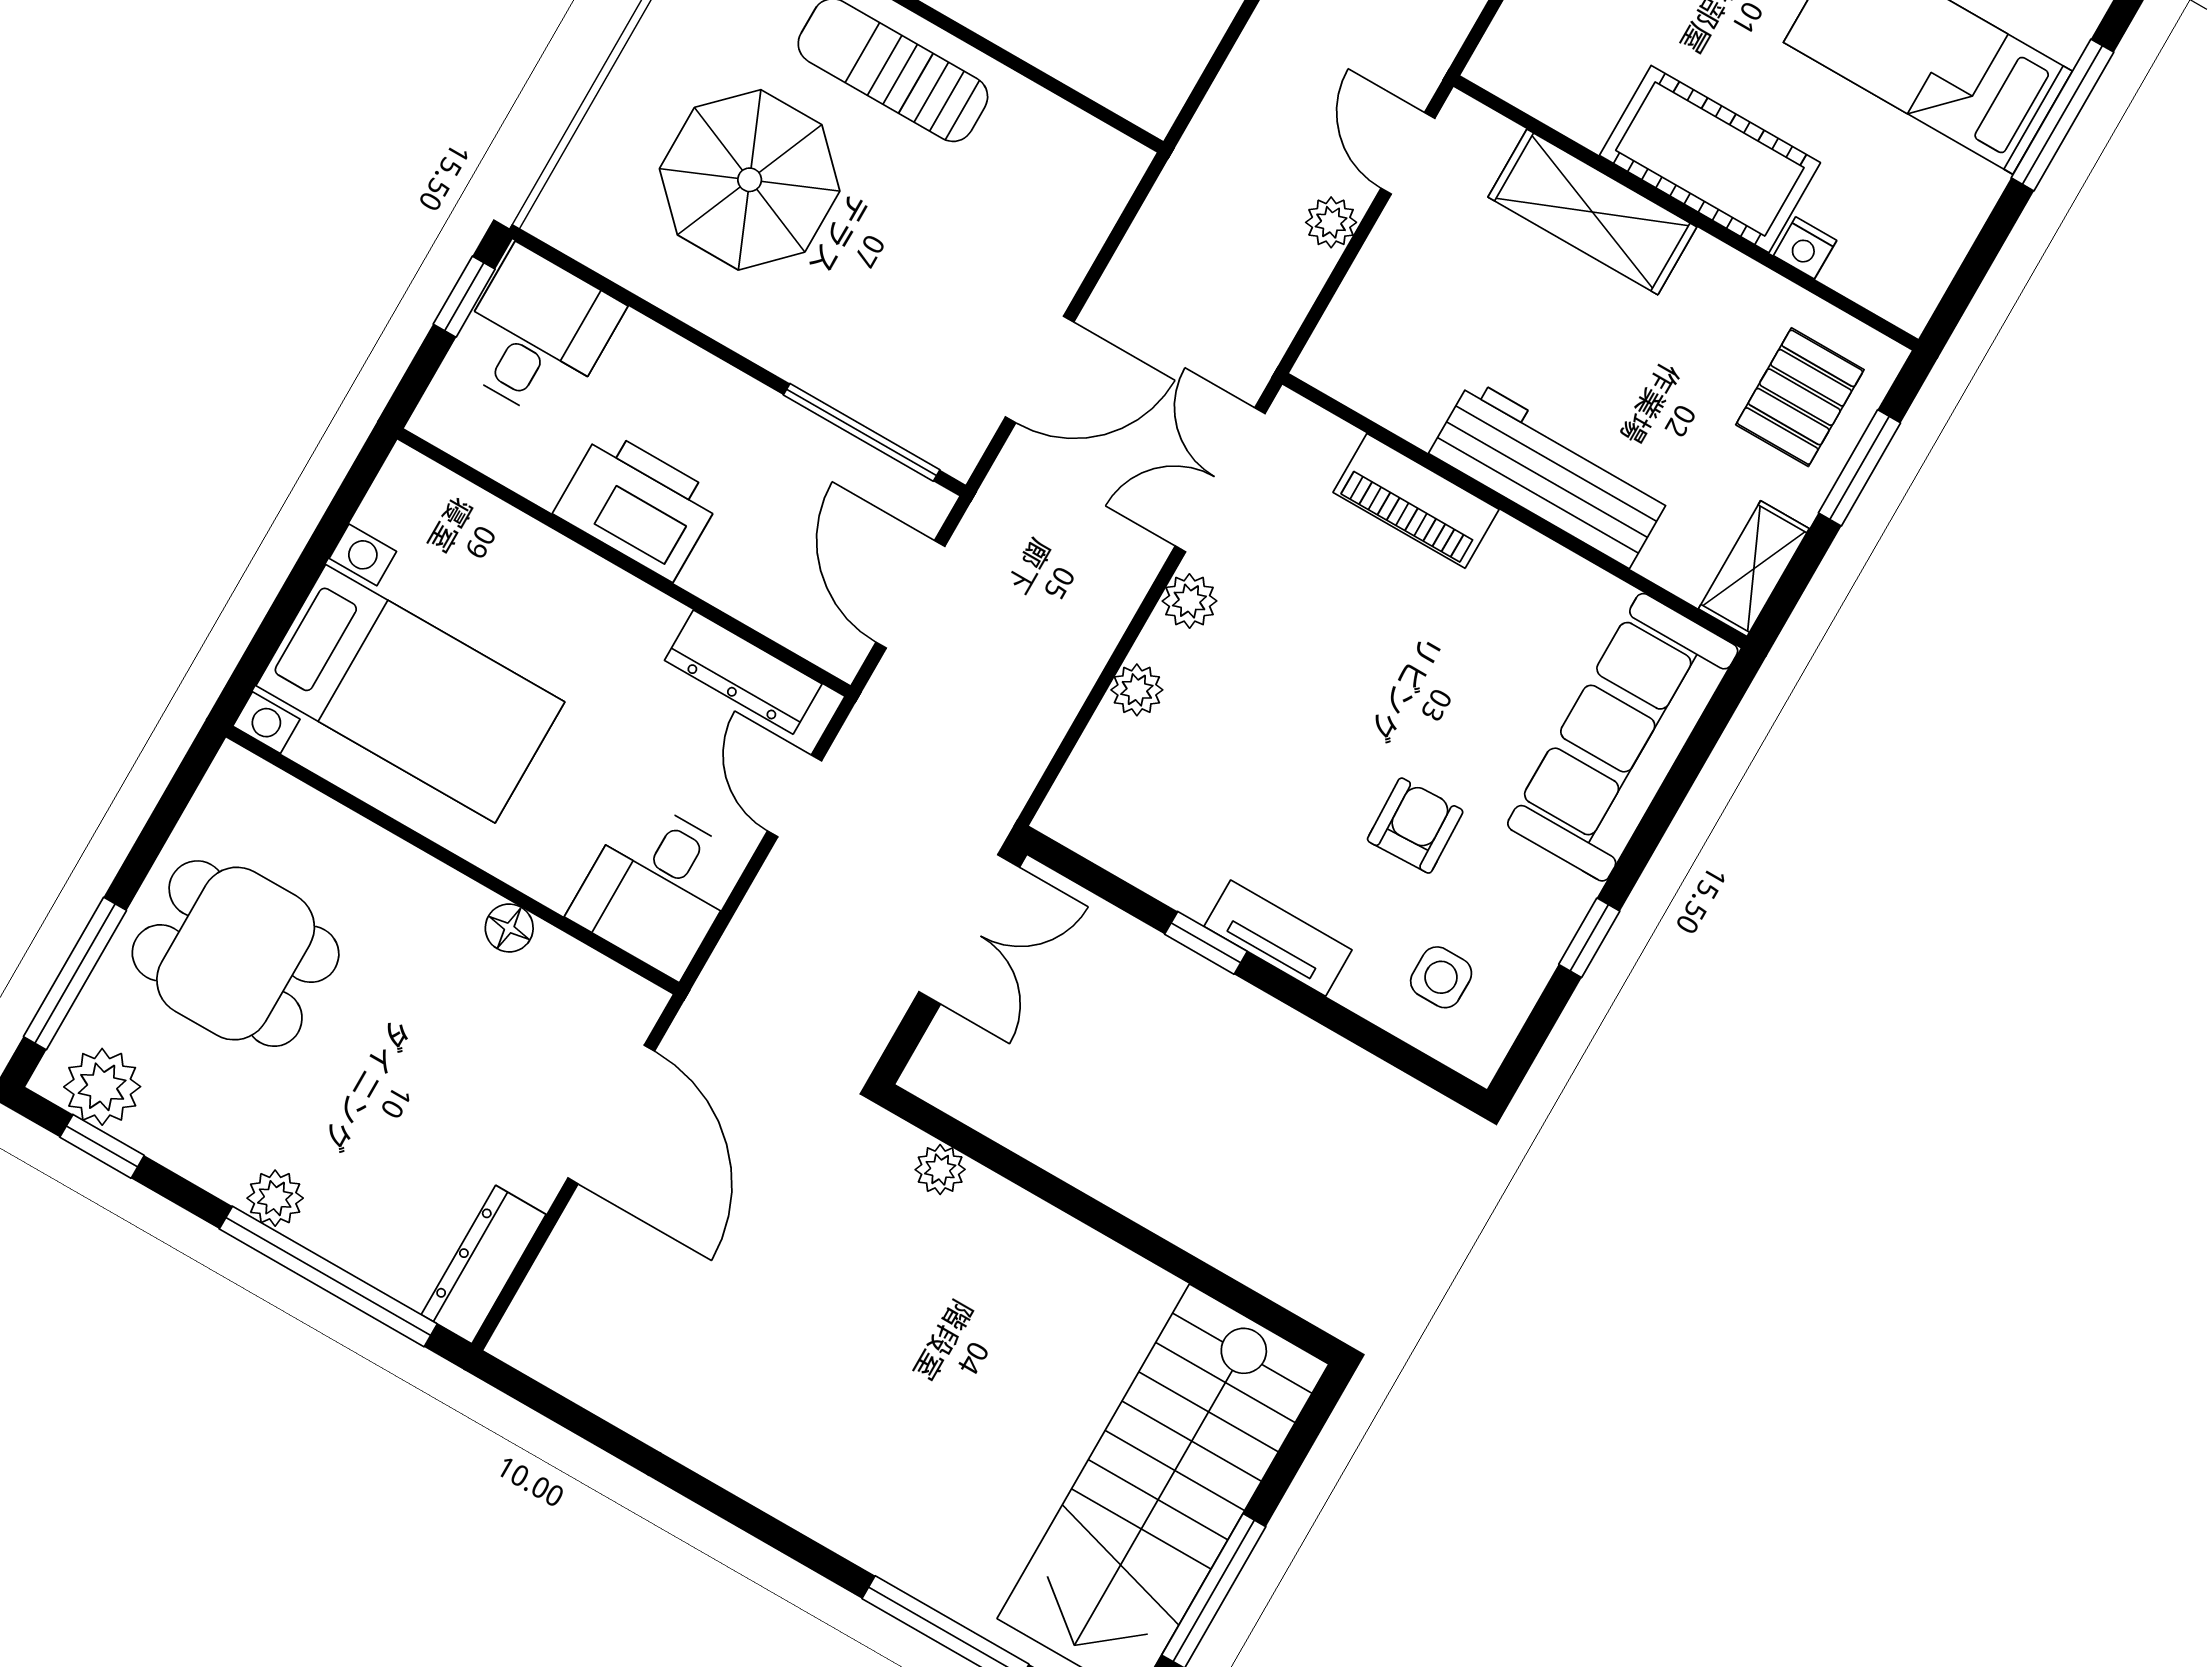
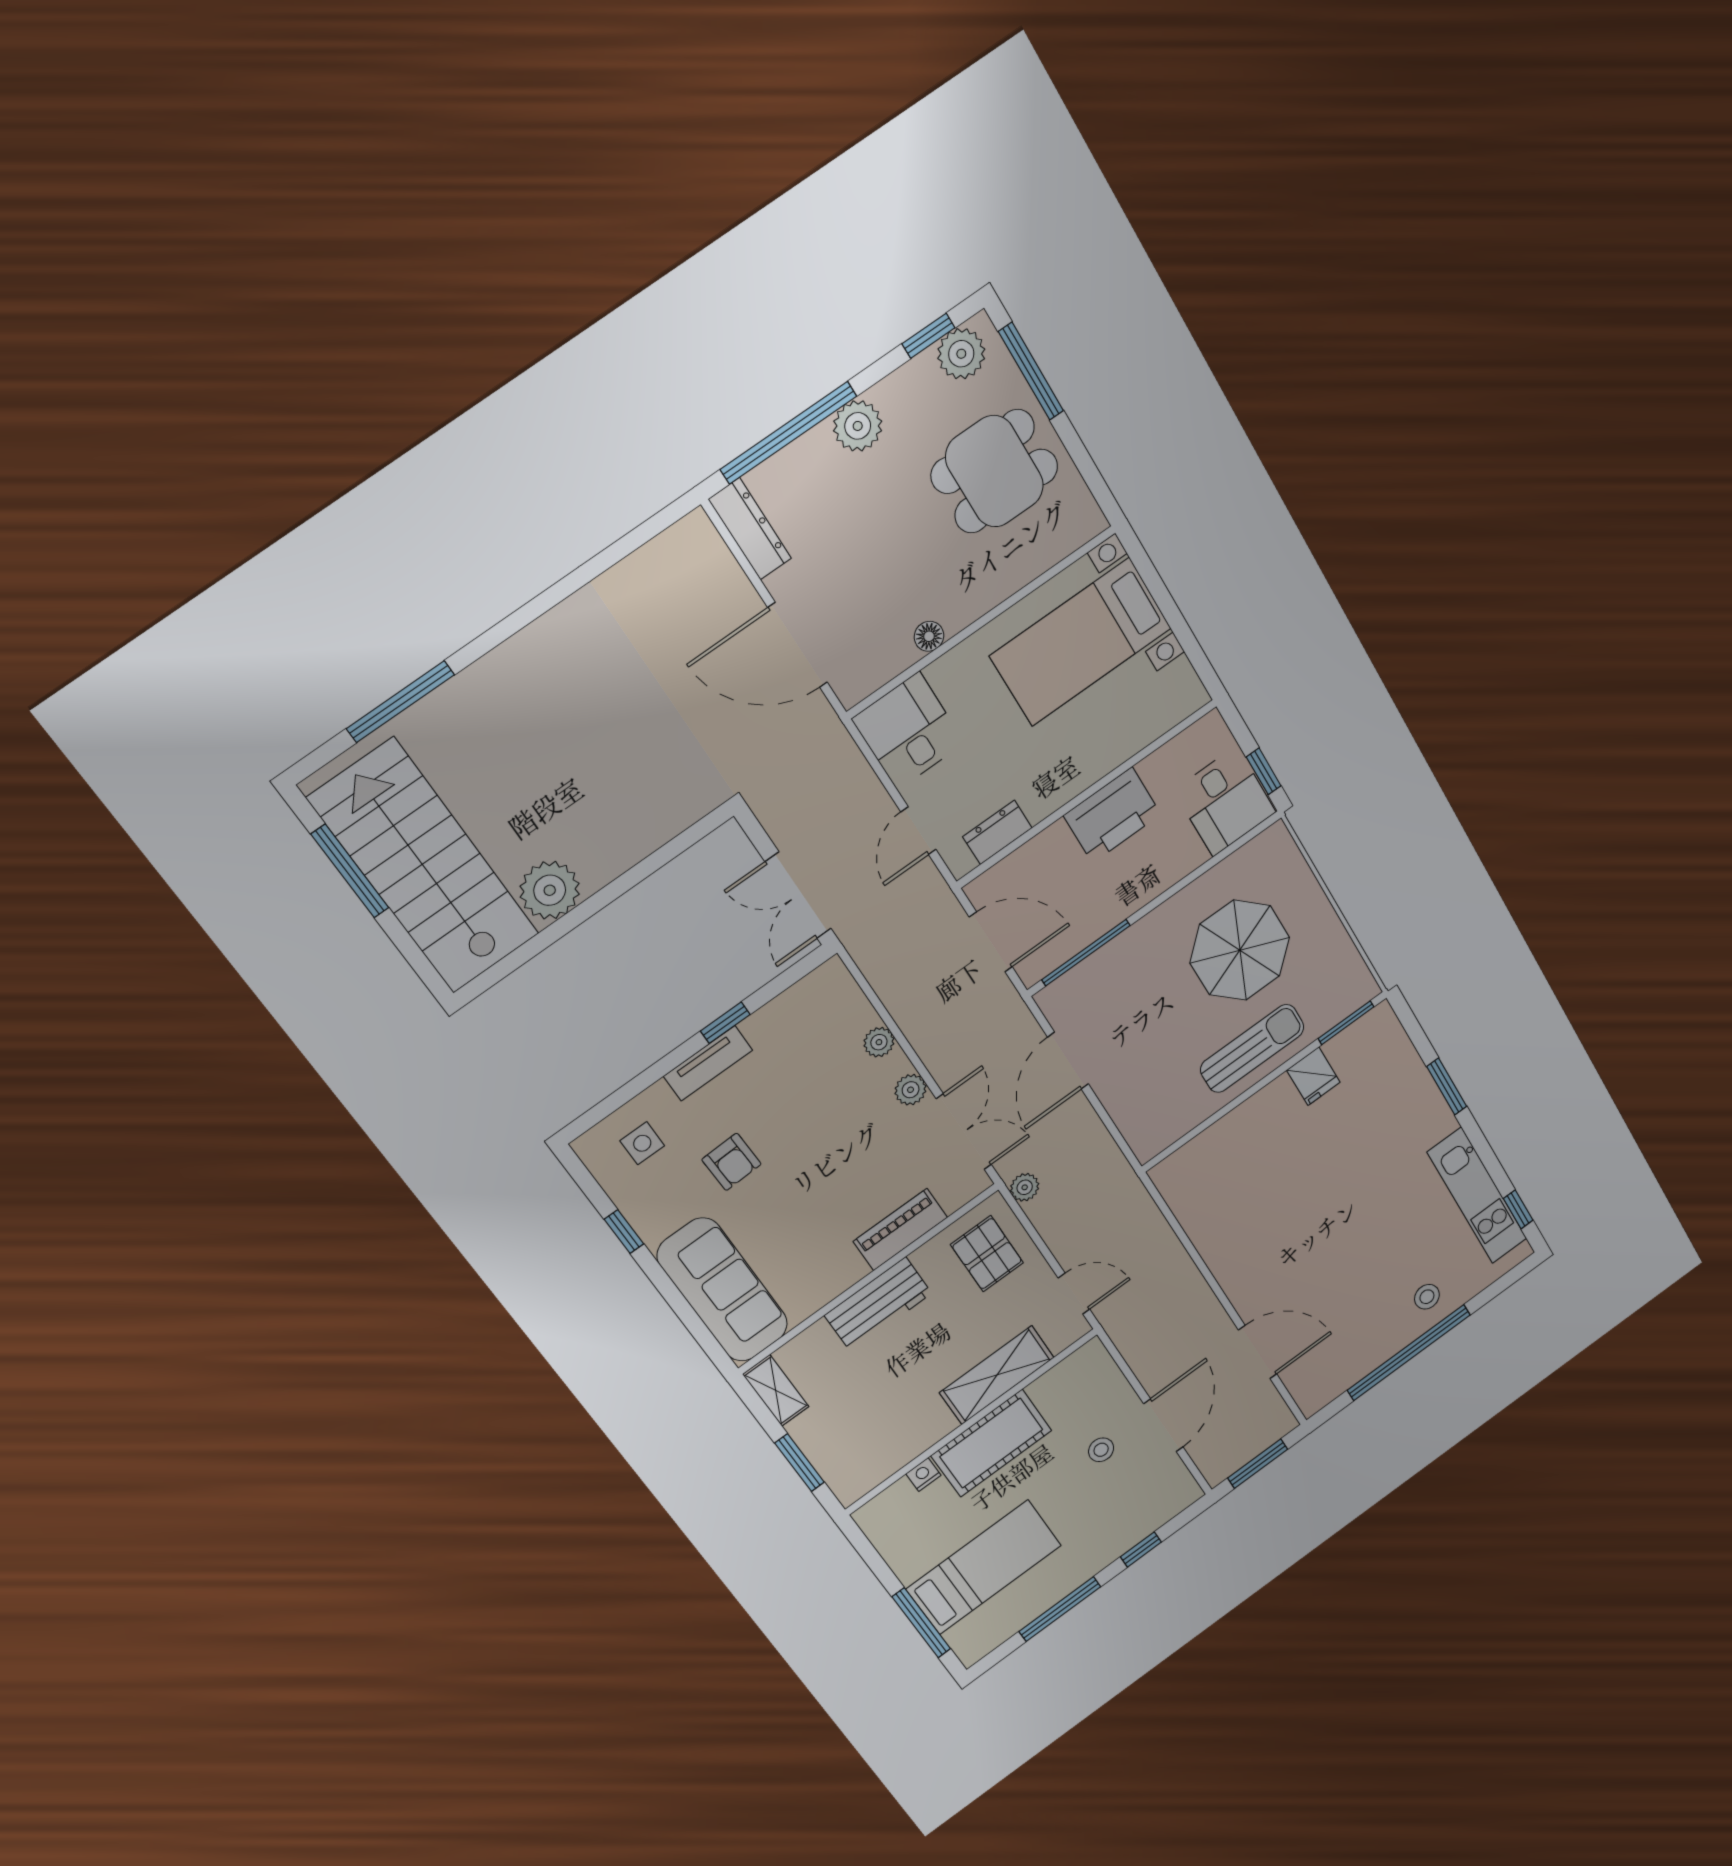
plant: (1331, 222) -> (1025, 1187), moved
pallet: (1800, 397) -> (987, 1254), moved
workbench: (1551, 473) -> (878, 1304), width x0.73
dresser: (743, 672) -> (997, 832), width x0.70
door: (794, 796) -> (918, 831), swing flipped
plant: (940, 1170) -> (550, 890), moved, width x1.88, depth x1.88
plant: (275, 1198) -> (858, 426), width x1.38, depth x1.38

